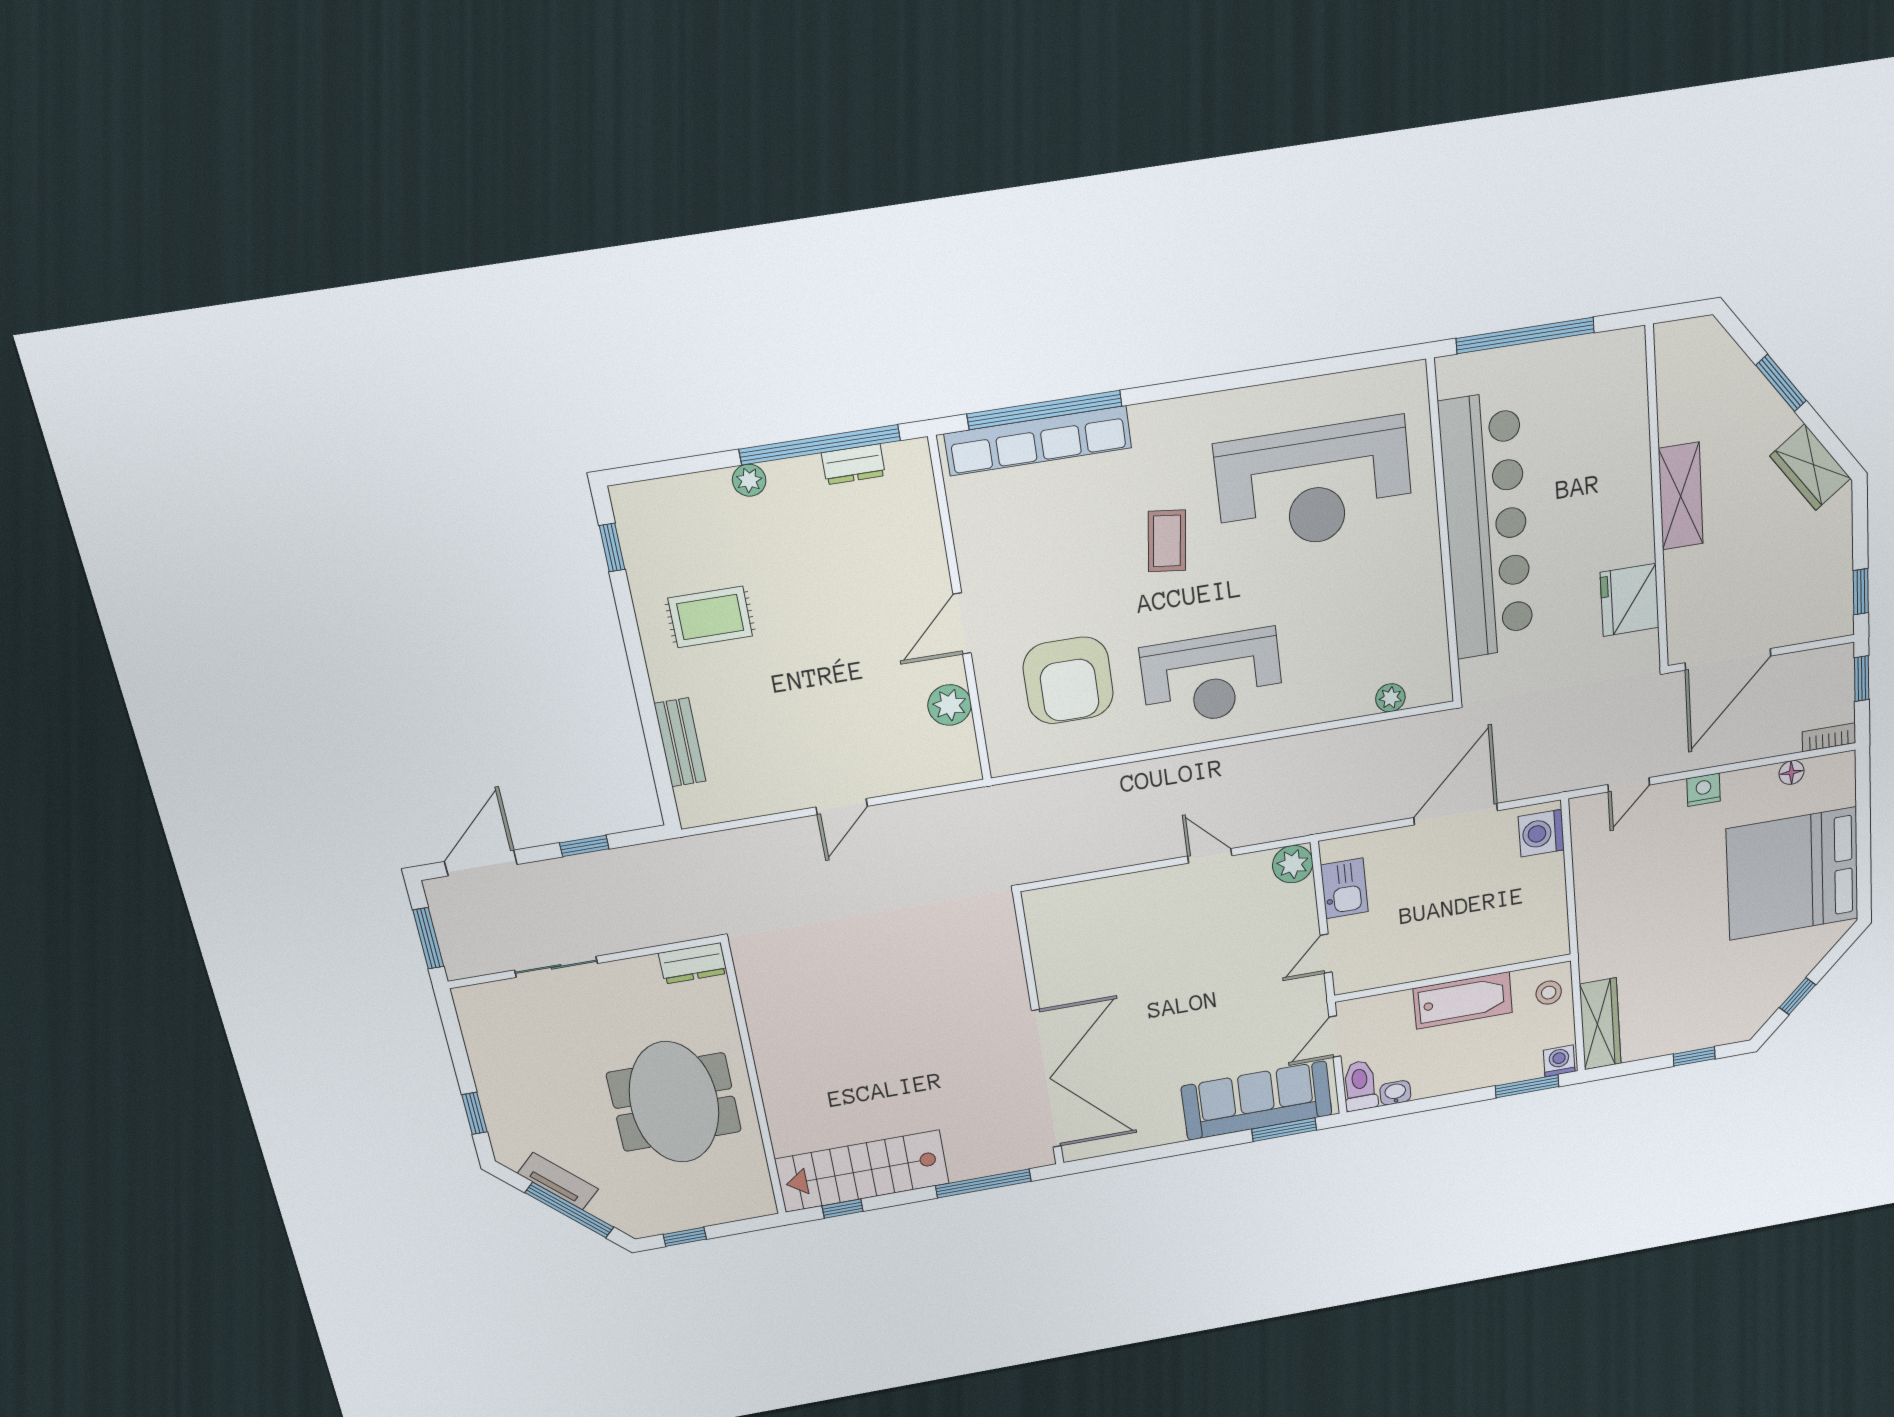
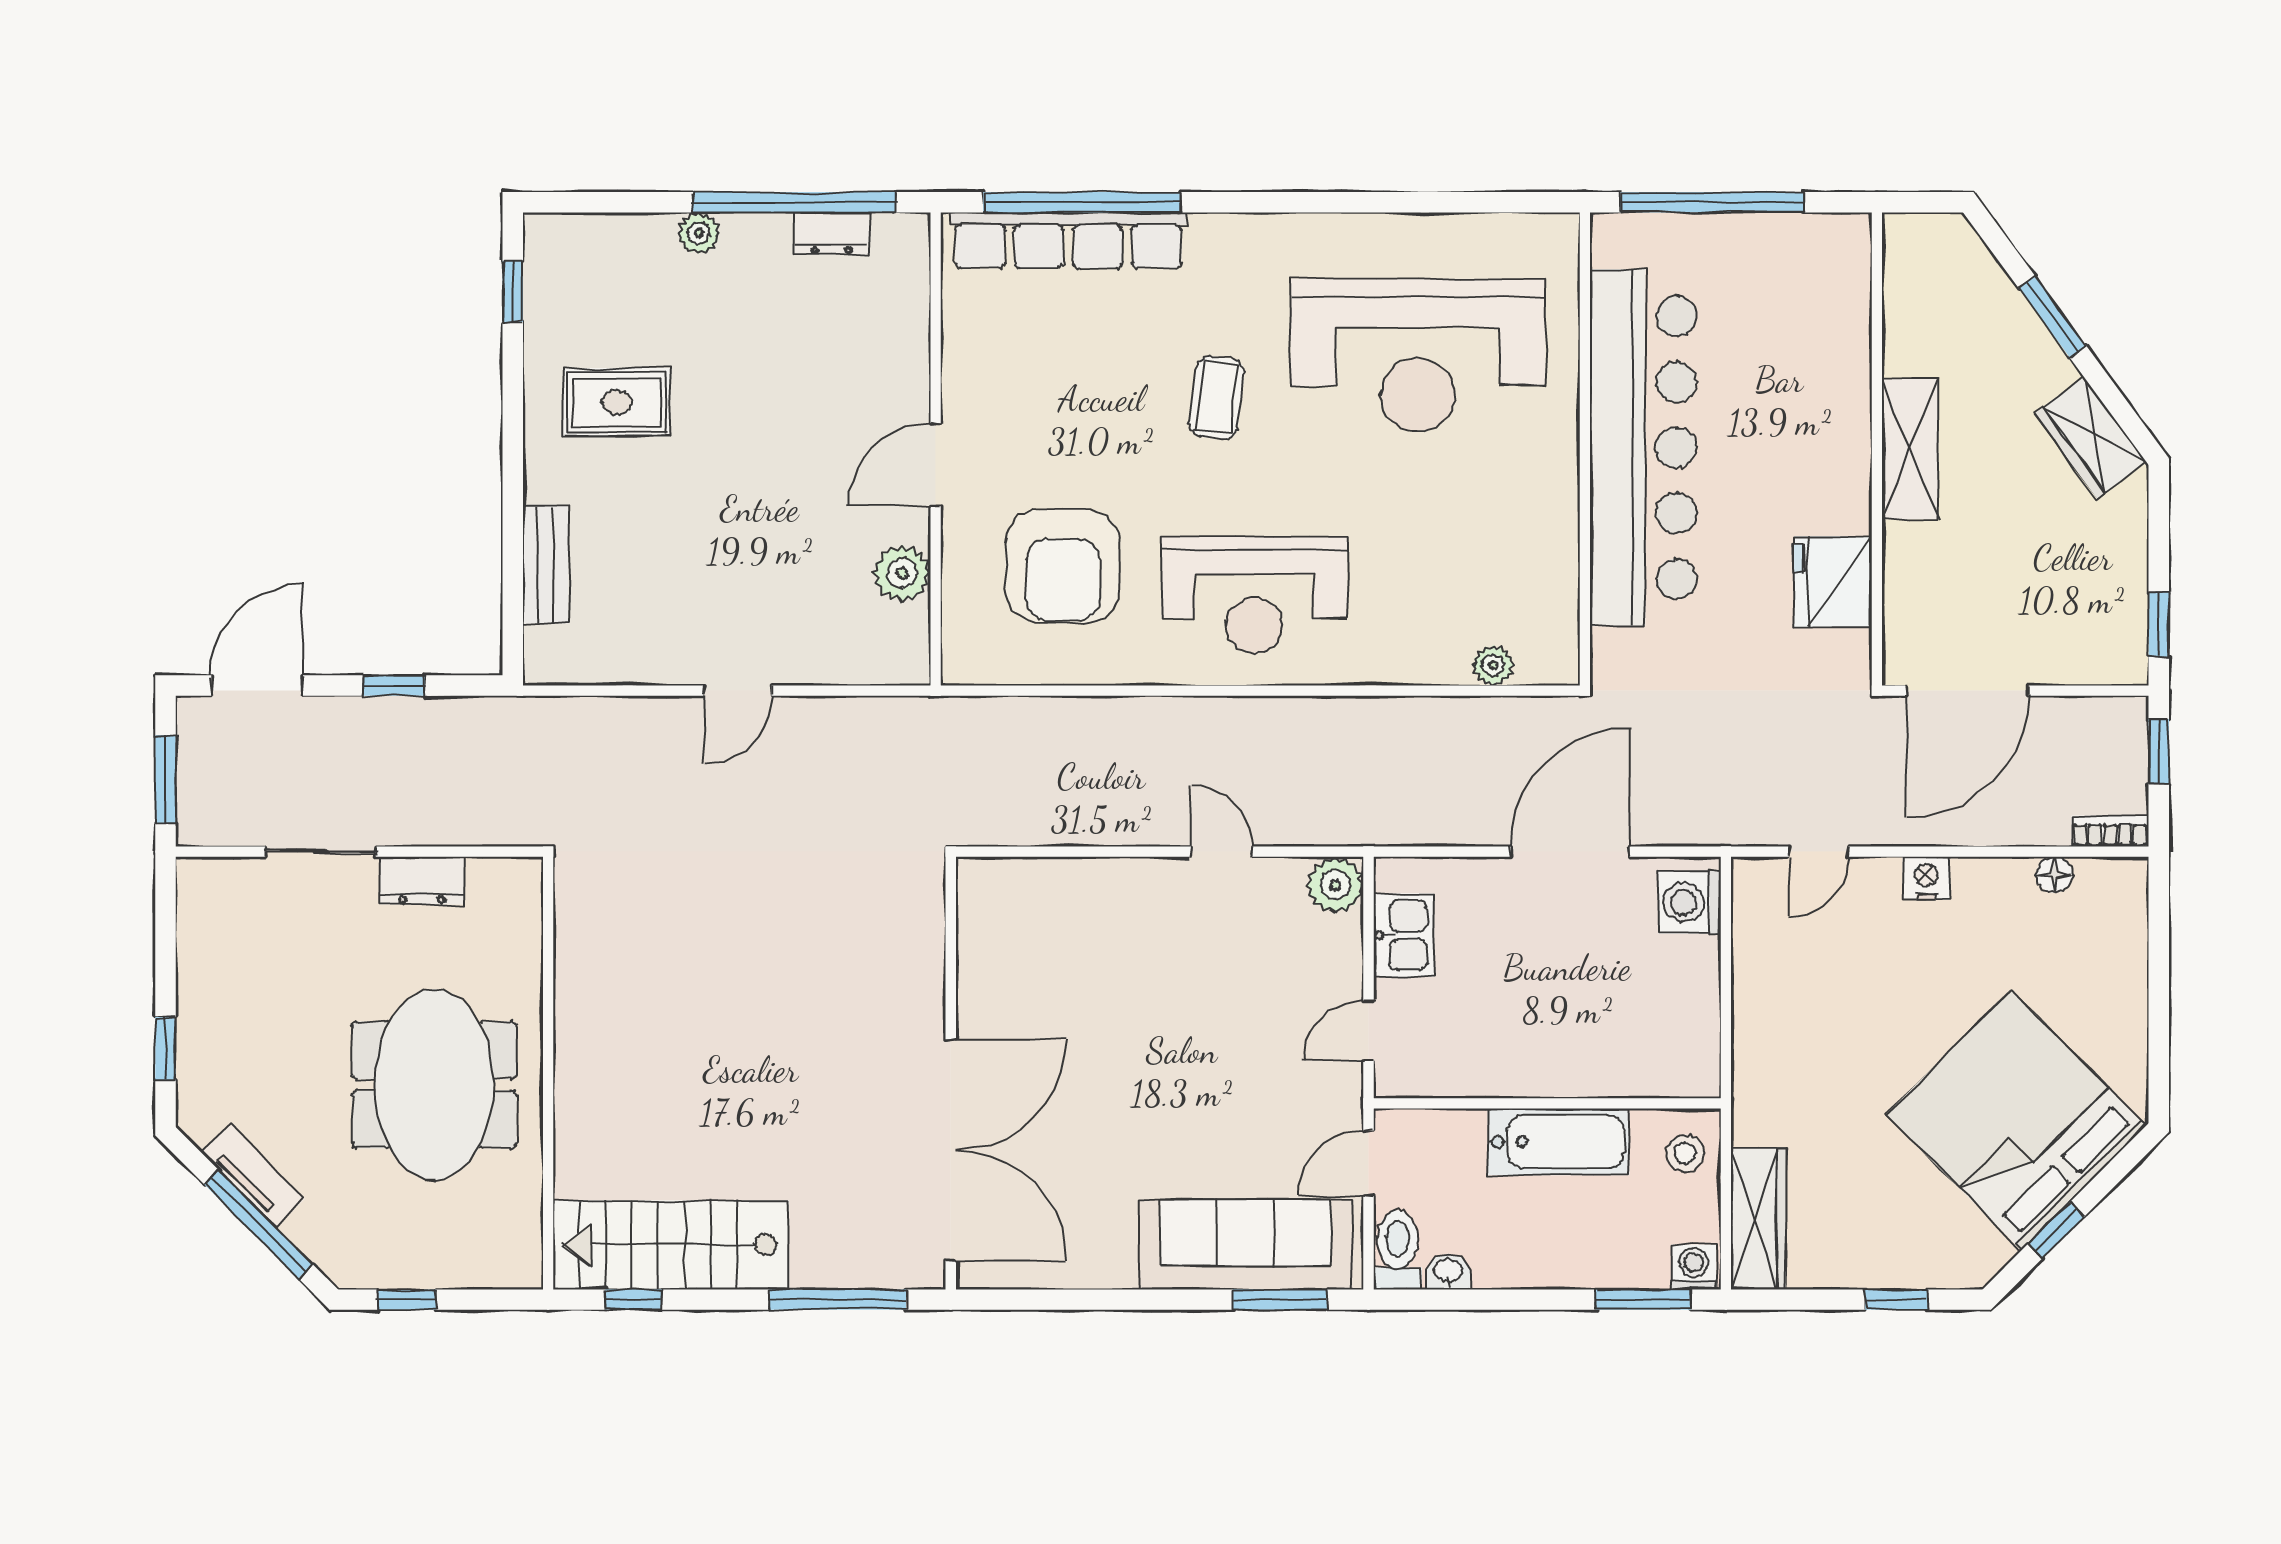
bed: (1793, 874) -> (2016, 1120), moved, turned 45
dresser: (693, 963) -> (422, 881), moved

